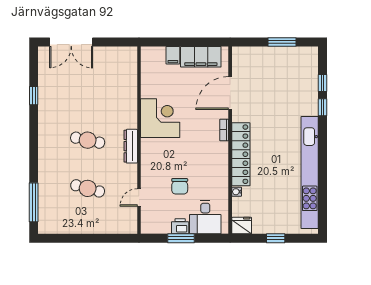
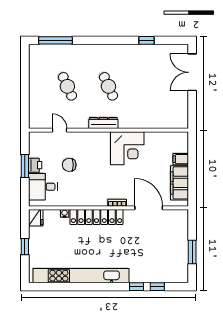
cafe table: (88, 140) -> (108, 86), turned -36
cafe table: (88, 188) -> (67, 86), turned -39

